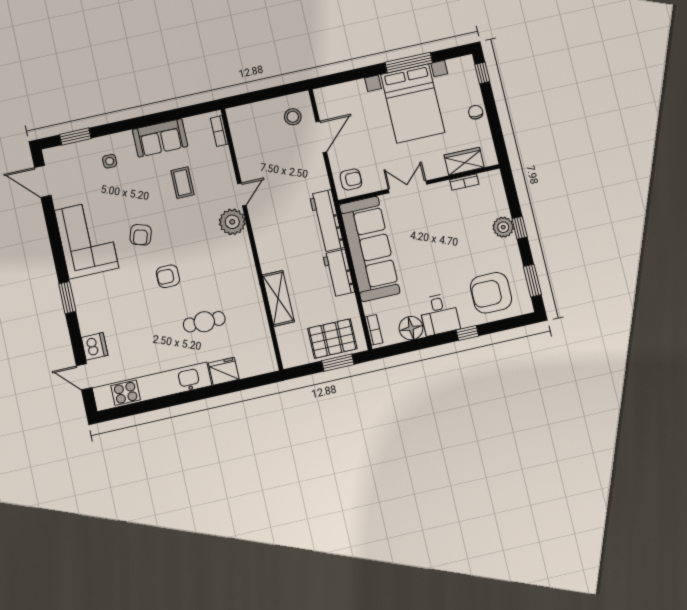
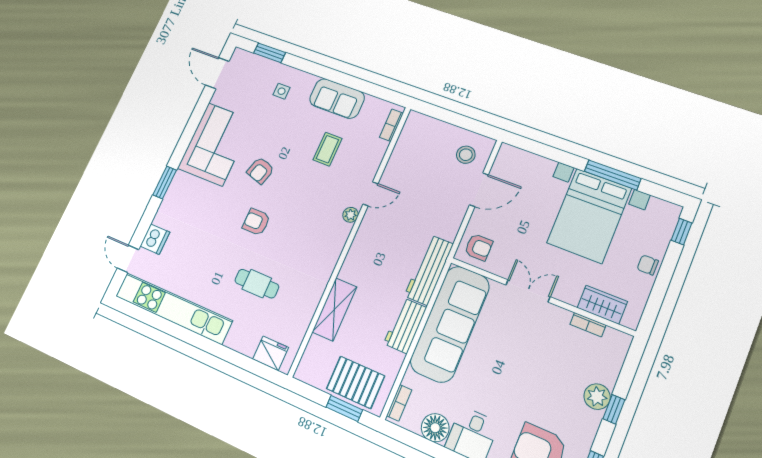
chair: (476, 112) -> (648, 265), turned -90
plant: (232, 222) -> (351, 215), width x0.53, depth x0.53
fridge: (224, 371) -> (271, 353), moved

